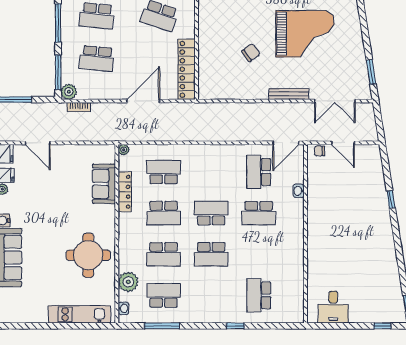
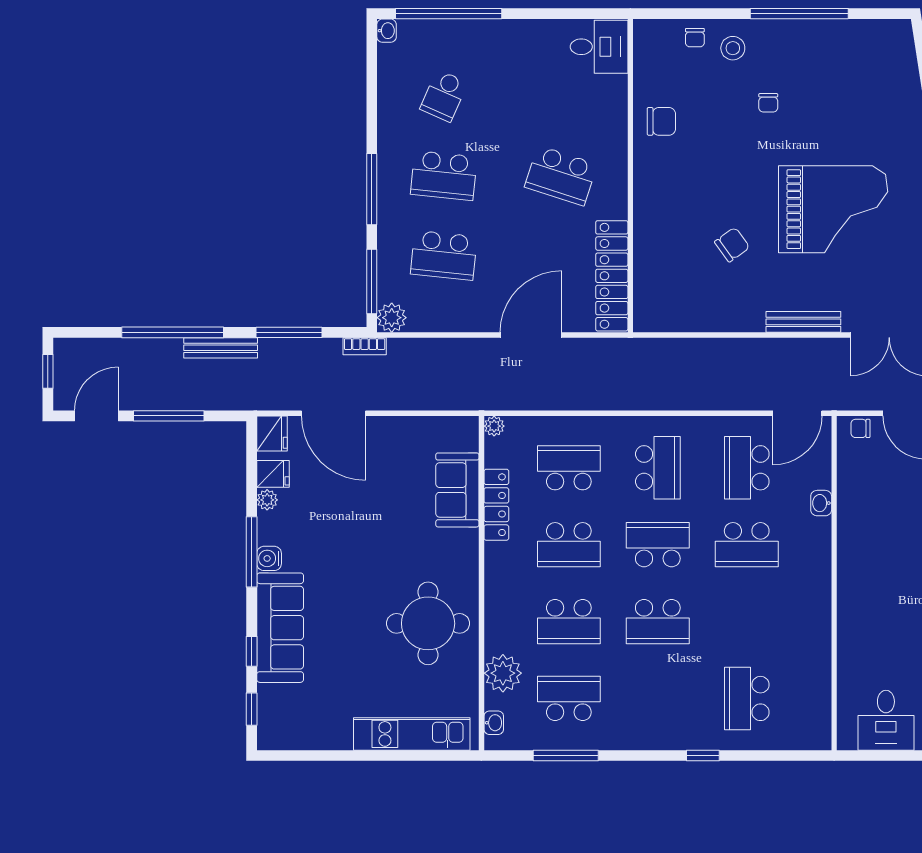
bookcase: (79, 107) -> (365, 346), moved
door: (38, 143) -> (334, 413), width x1.36
school desk: (211, 172) -> (658, 468), added

